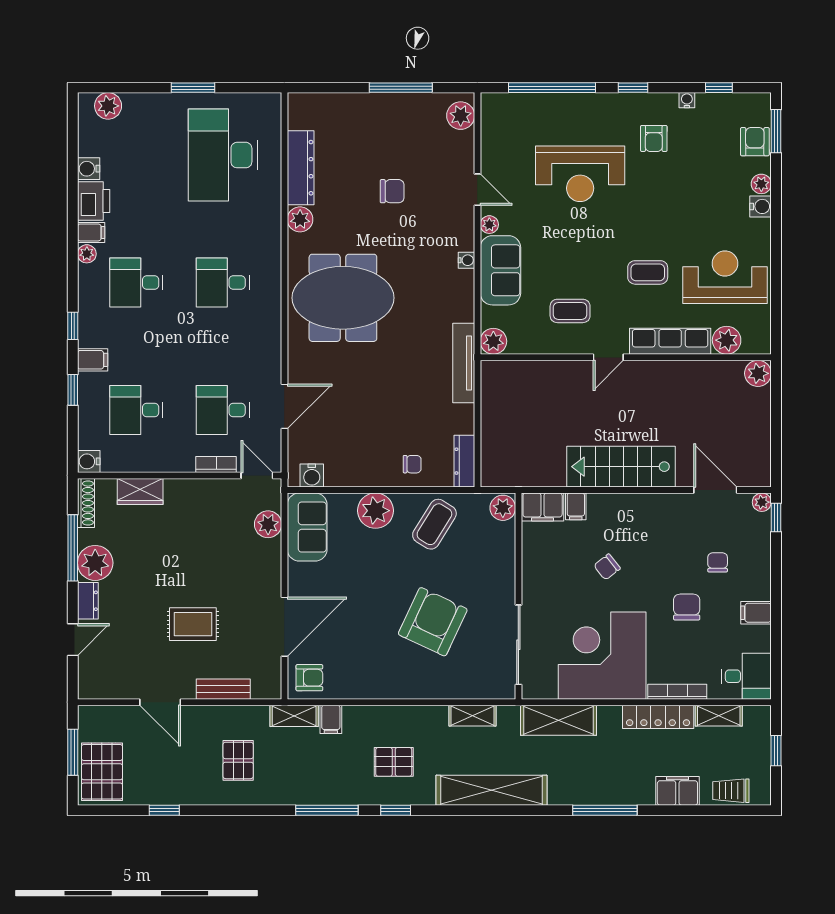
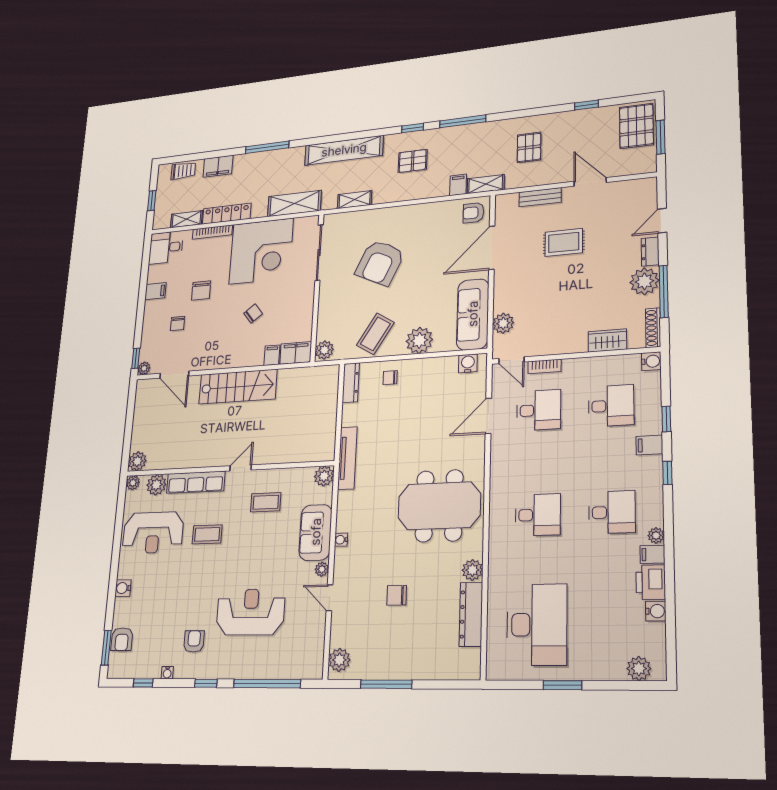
plant: (761, 184) -> (133, 483), moved
sofa: (307, 527) -> (473, 314), width x1.36

